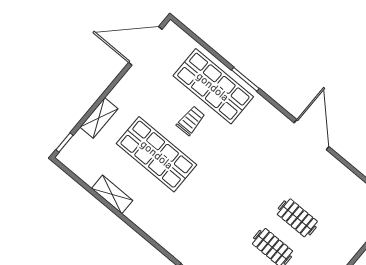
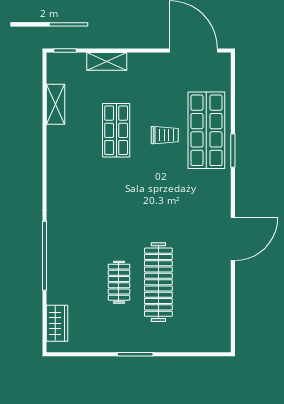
shop shelf: (157, 154) -> (116, 130), width x0.70, depth x0.74
shelving: (112, 194) -> (55, 104), moved
clothes rail: (297, 218) -> (158, 282), width x1.86, depth x1.31

